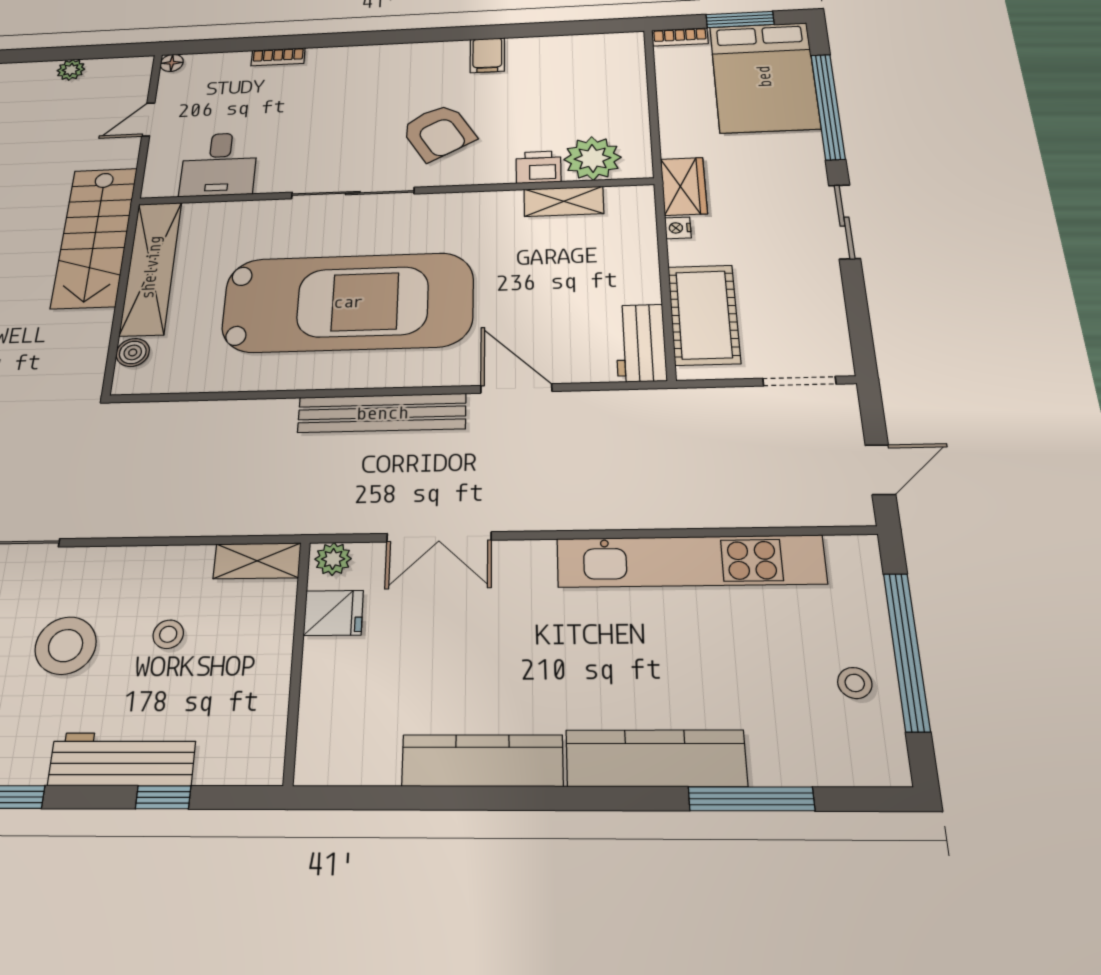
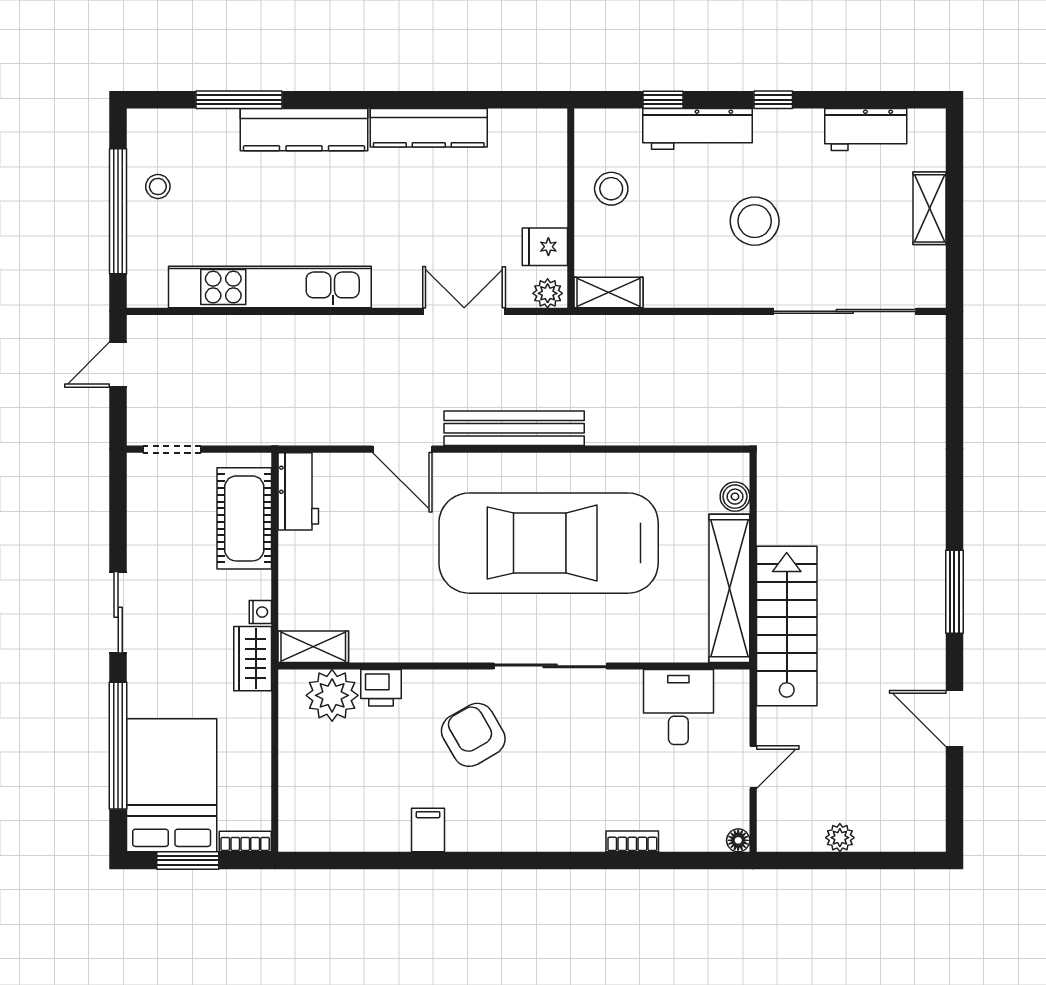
shelving: (564, 201) -> (313, 647), moved
stool: (168, 634) -> (611, 189), moved, width x1.37, depth x1.37

